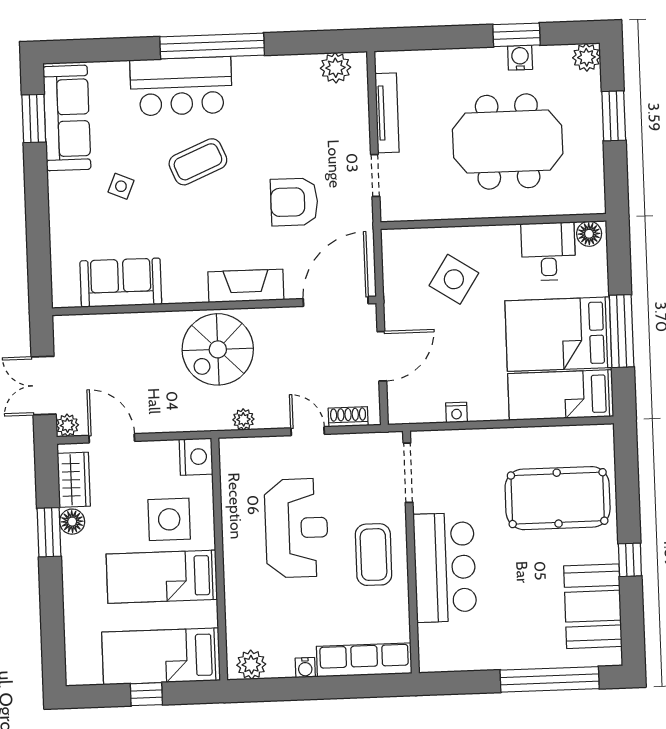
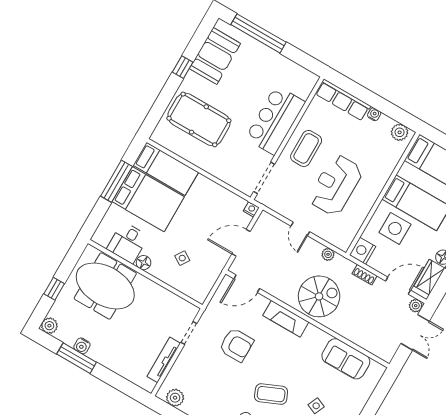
window: (517, 35) -> (77, 358), width x1.44
window: (614, 116) -> (54, 289), width x0.67
meeting table: (508, 142) -> (105, 286), moved
floor lamp: (589, 234) -> (144, 263), moved
side table: (454, 279) -> (182, 258), width x0.54, depth x0.54
door: (336, 301) -> (247, 284), width x0.73
nightstand: (456, 412) -> (251, 209), moved
shoe rack: (348, 417) -> (365, 275), moved
door: (112, 438) -> (398, 286), swing flipped

